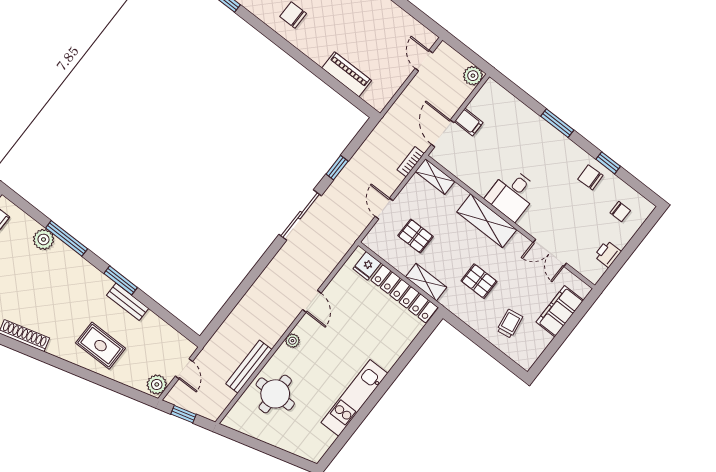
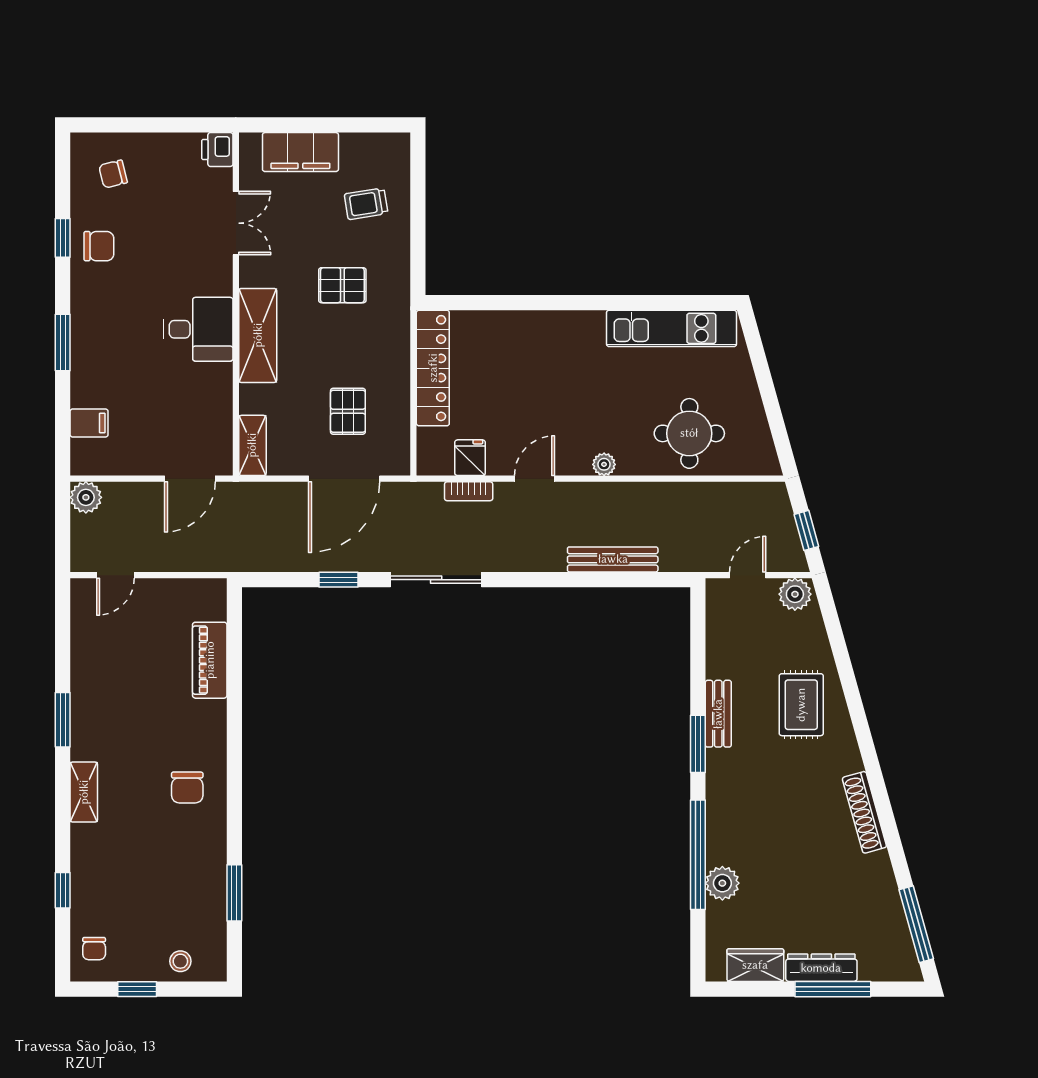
filing cabinet: (469, 122) -> (89, 423), moved, turned 90
bookcase: (411, 162) -> (469, 491), moved
chair: (590, 177) -> (99, 246), turned -88
door: (384, 209) -> (344, 479), width x1.88
chair: (620, 212) -> (113, 174), turned -104
window: (67, 238) -> (698, 855), width x1.46
printer: (608, 254) -> (217, 150), moved, turned 90
fridge: (367, 266) -> (470, 458), moved, turned -90
pallet: (479, 281) -> (342, 285), turned 90
shelving: (426, 282) -> (396, 352), removed
bench: (249, 367) -> (613, 559), moved
kitchen unit: (354, 398) -> (672, 328), moved

